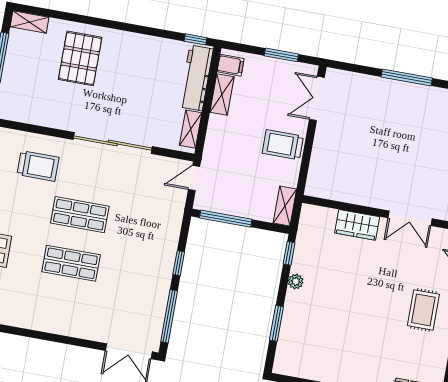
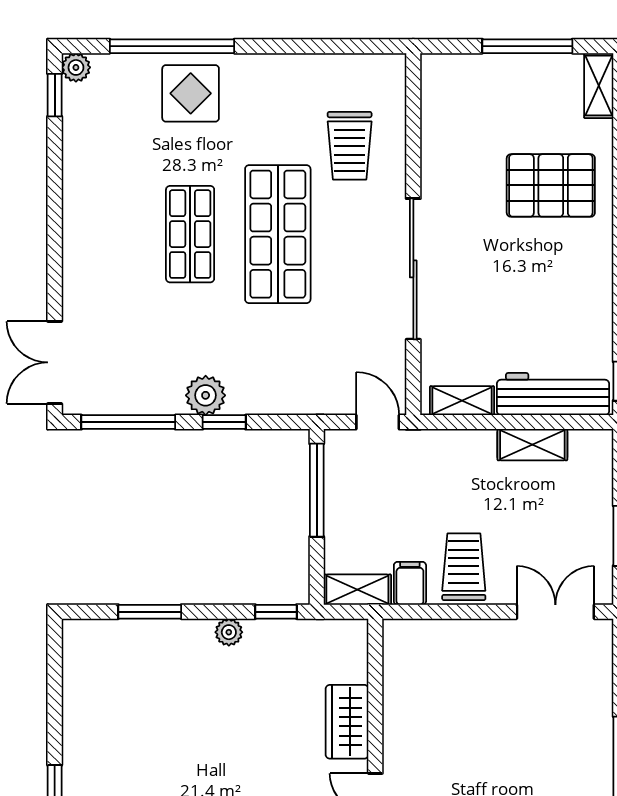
filing cabinet: (231, 65) -> (410, 583), moved, turned 180
shop shelf: (80, 215) -> (278, 234), width x1.43, depth x1.36
plant: (162, 271) -> (206, 395), added

